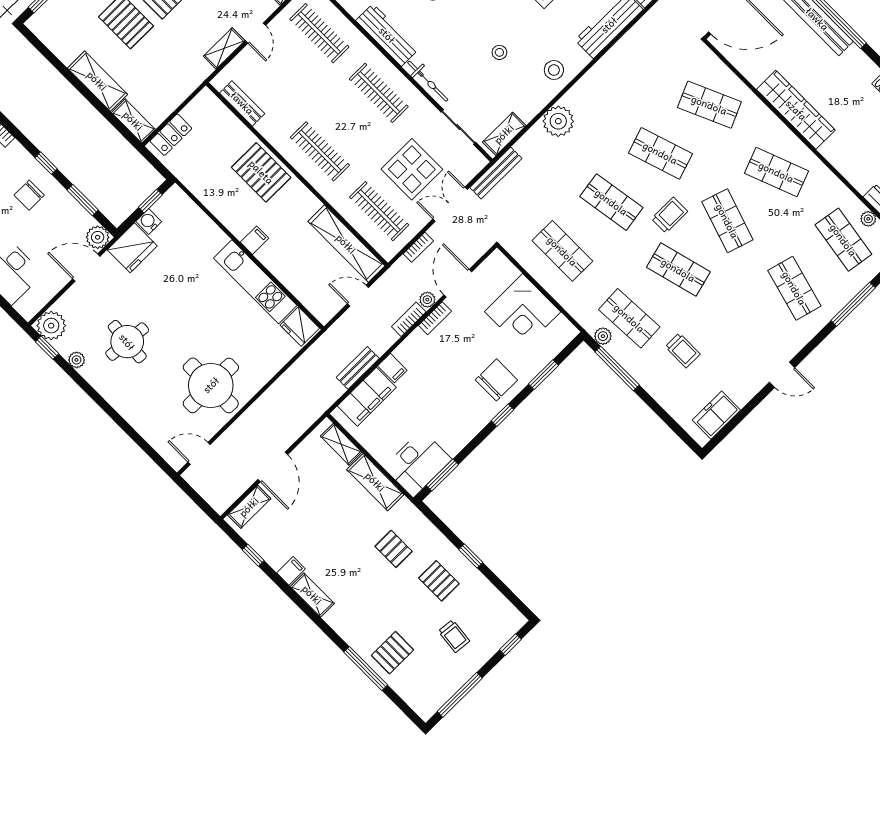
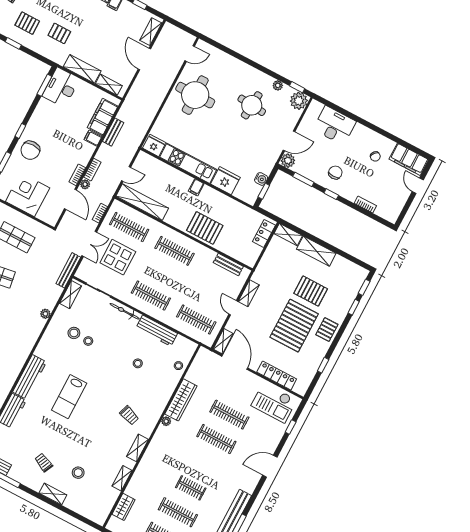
stool: (554, 70) -> (74, 333), moved
plant: (558, 121) -> (45, 314), width x0.53, depth x0.53
fridge: (132, 248) -> (225, 181), moved, turned 90

